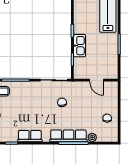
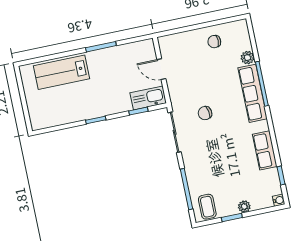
kitchen sink: (80, 46) -> (148, 98), moved
door: (96, 80) -> (161, 69), swing flipped

